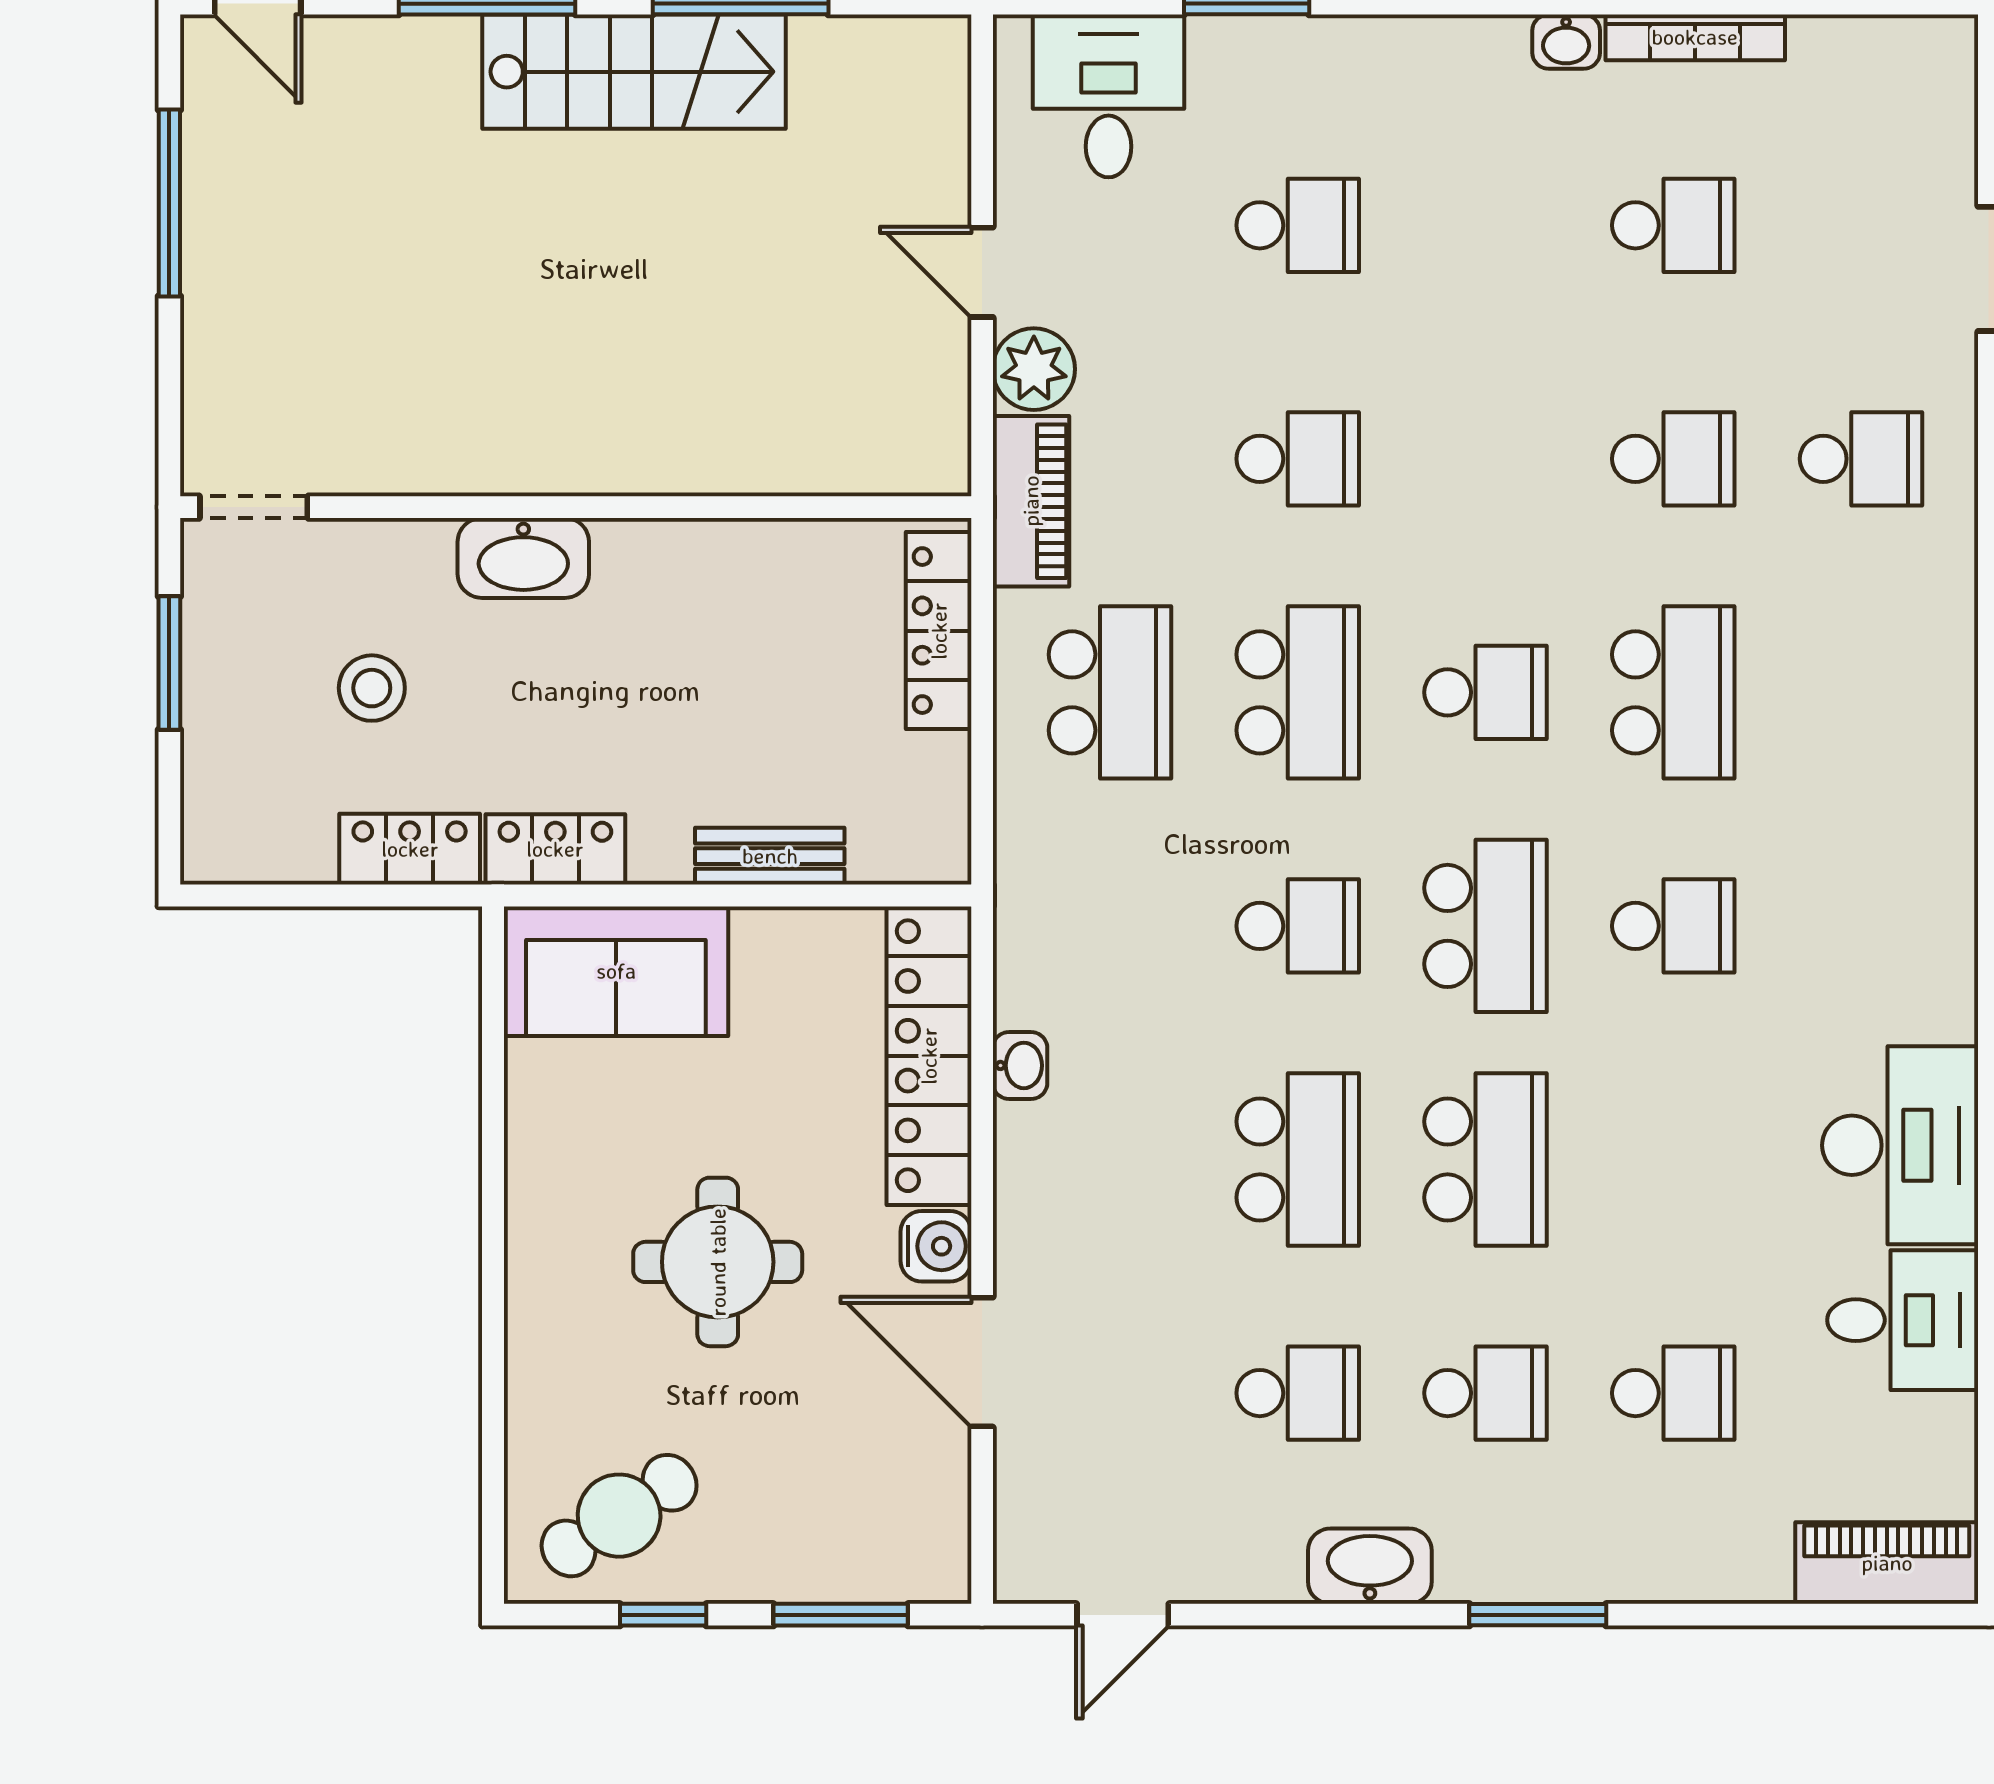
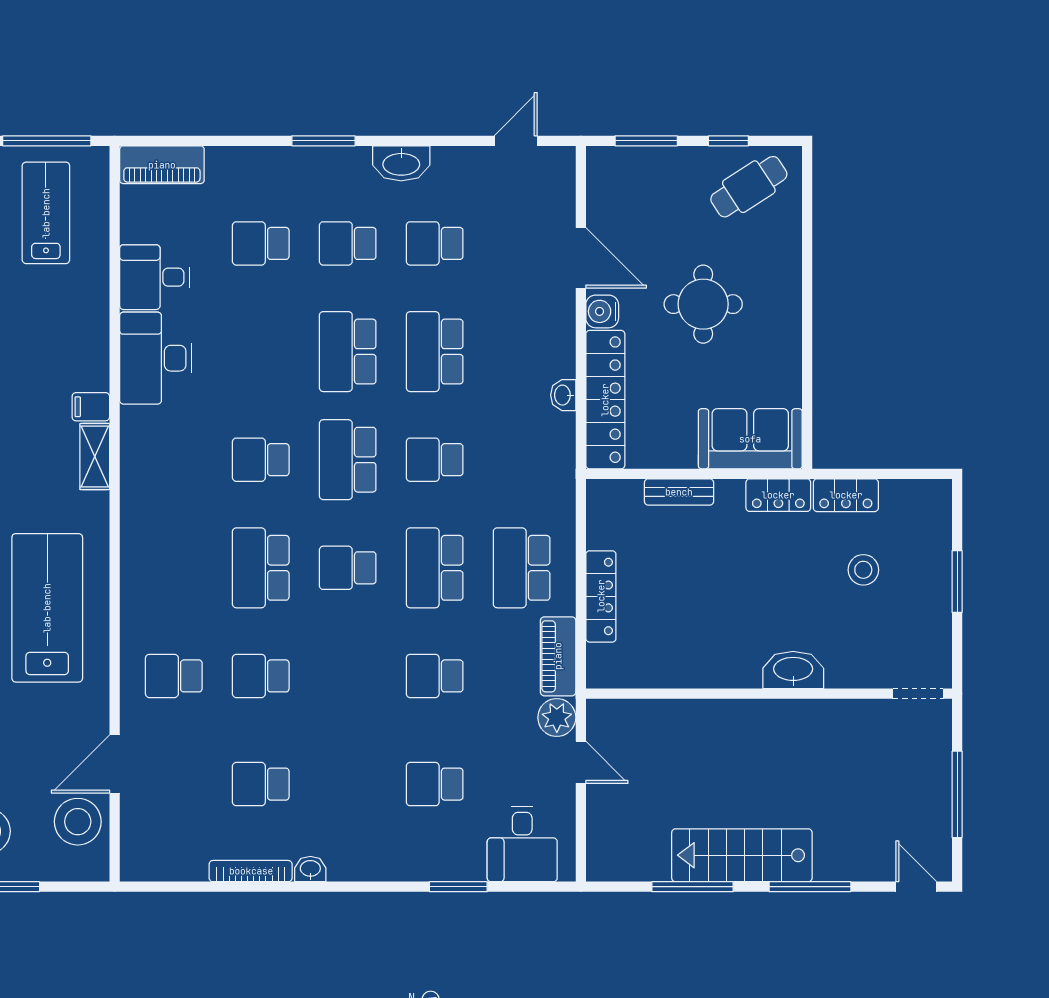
doorway: (254, 507) -> (918, 694), moved
wall: (576, 507) -> (769, 694), moved
washbasin: (523, 558) -> (793, 670), moved

